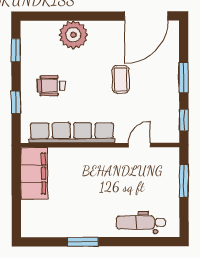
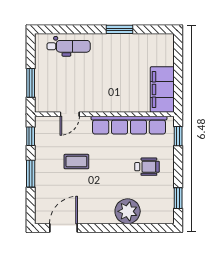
door: (146, 16) -> (64, 228), width x0.73
coffee table: (121, 79) -> (76, 162), moved, turned 90
window: (16, 102) -> (178, 136), moved

